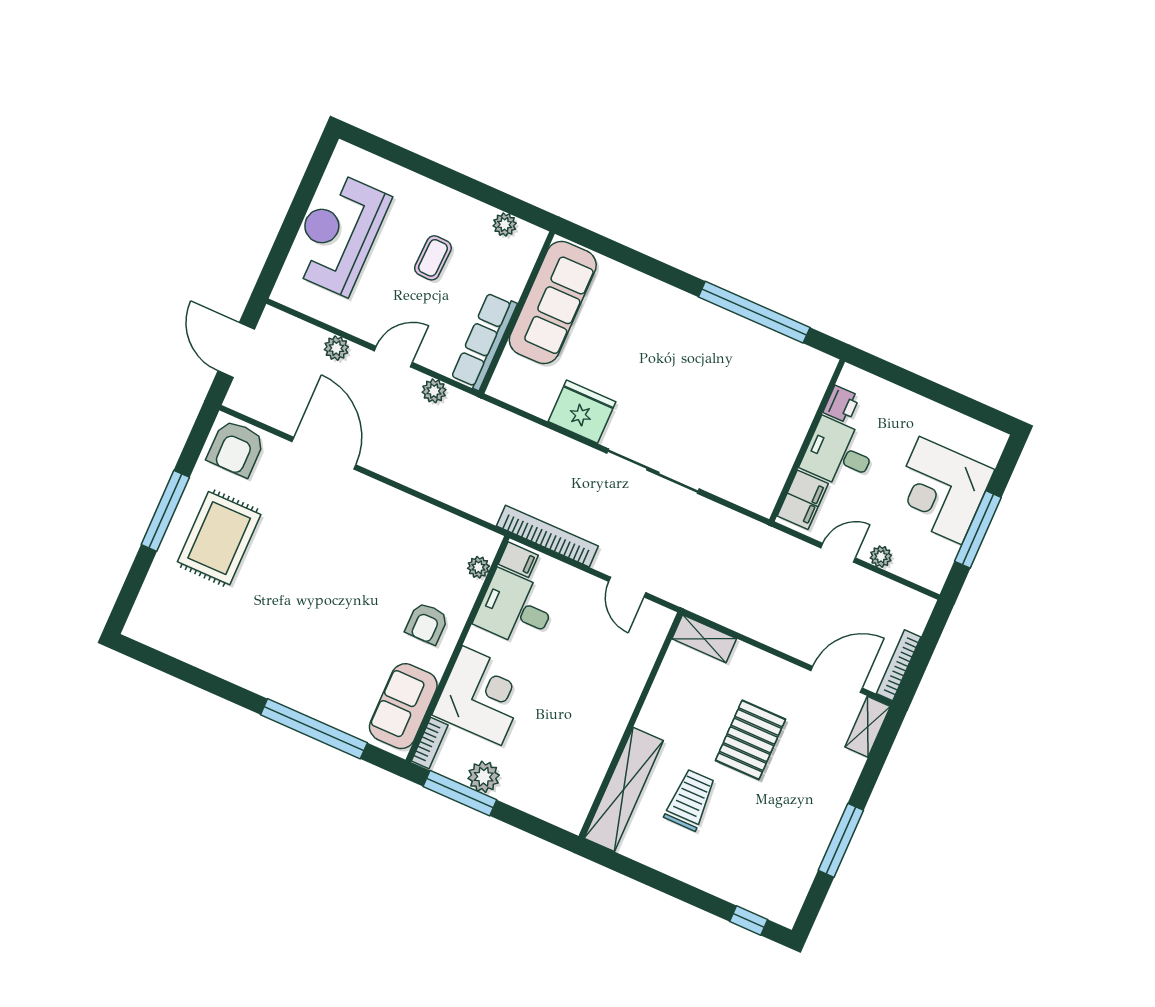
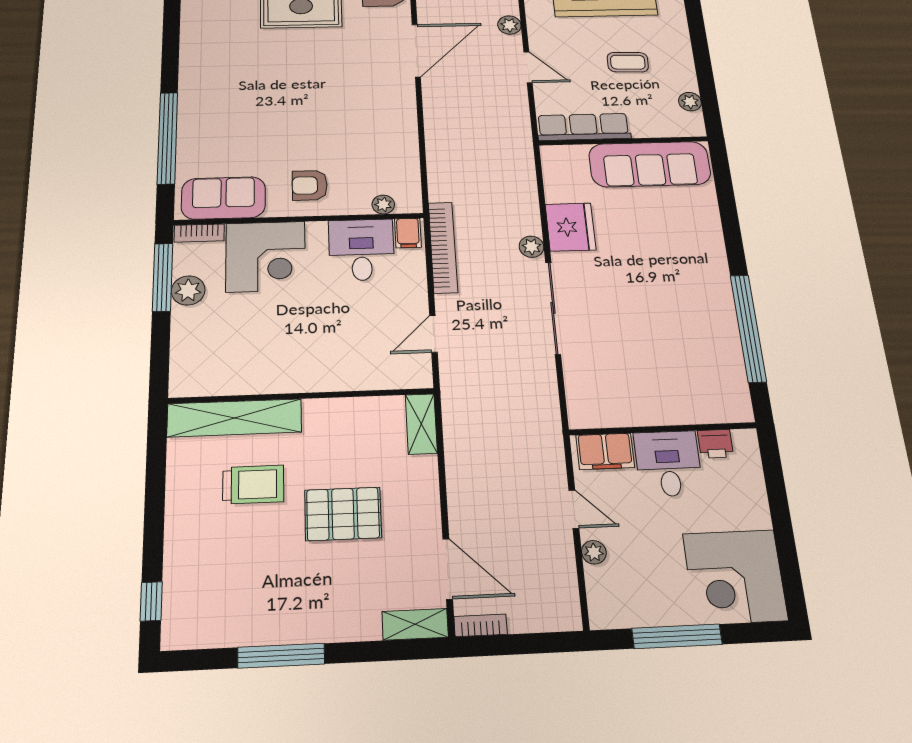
plant: (434, 391) -> (531, 247), moved
corner desk: (940, 491) -> (735, 577), moved, turned -90
bookcase: (899, 665) -> (481, 625), width x0.64

